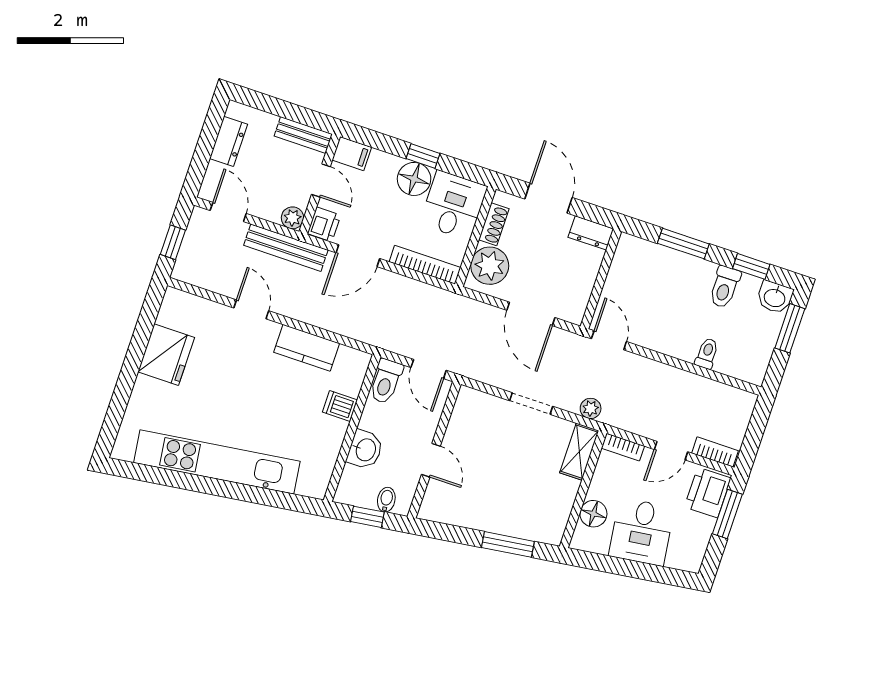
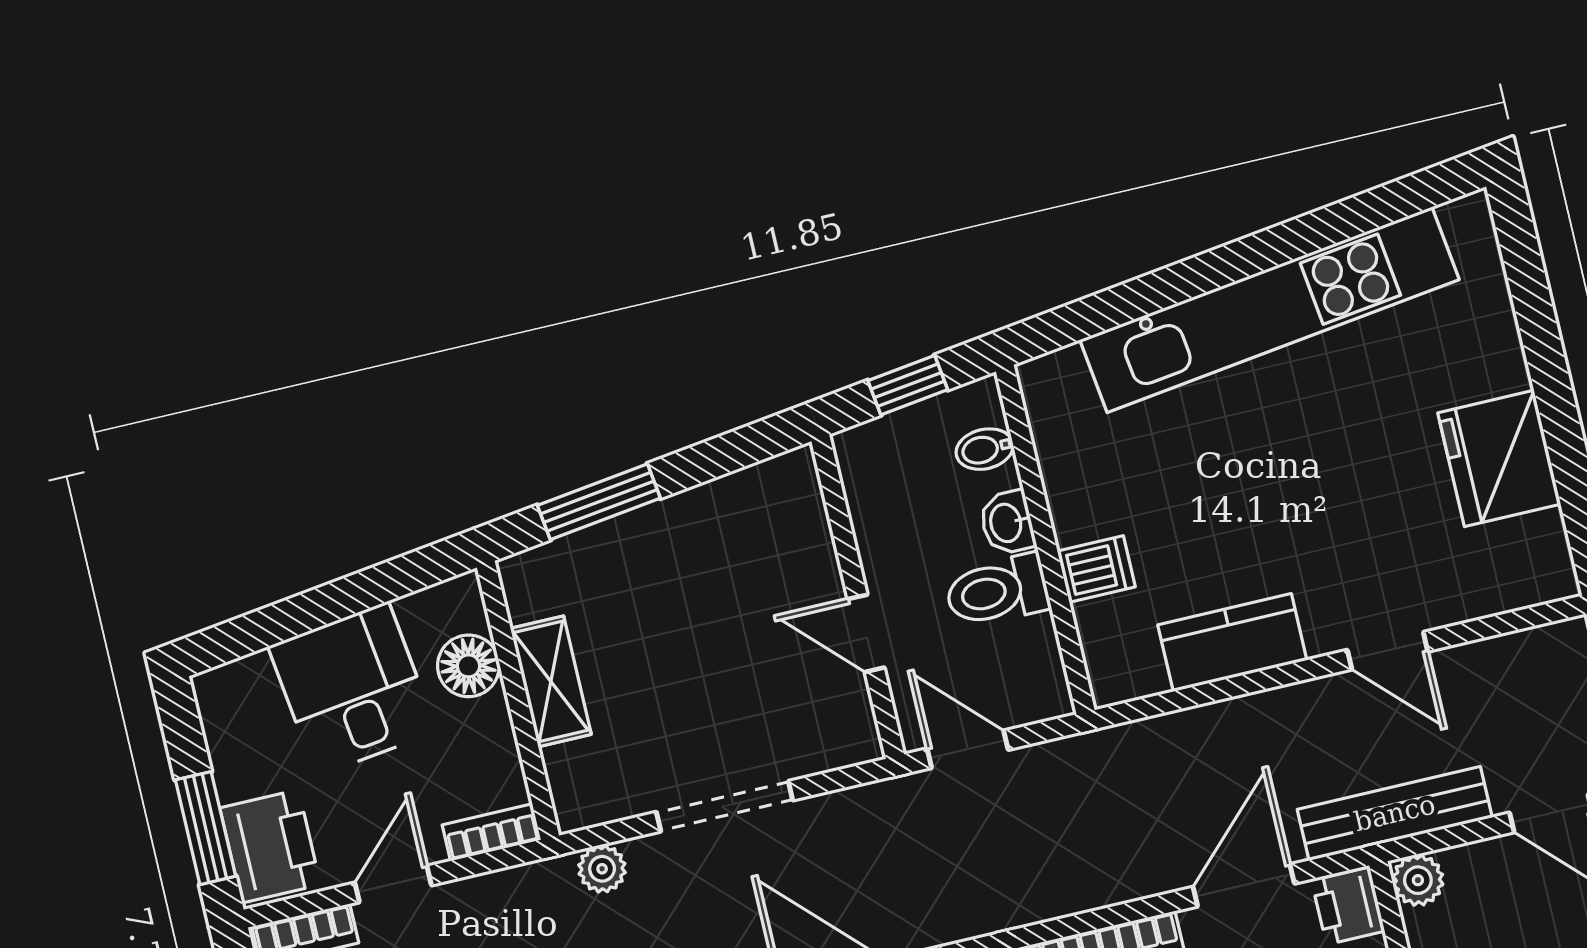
toilet: (386, 381) -> (997, 591), moved, turned -90
doorway: (531, 403) -> (725, 806), width x1.38
washbasin: (365, 450) -> (1007, 523), width x0.72, depth x0.69
shelving: (579, 452) -> (551, 681), moved
door: (431, 460) -> (866, 633), moved
bidet: (386, 500) -> (985, 449), moved, turned 97

